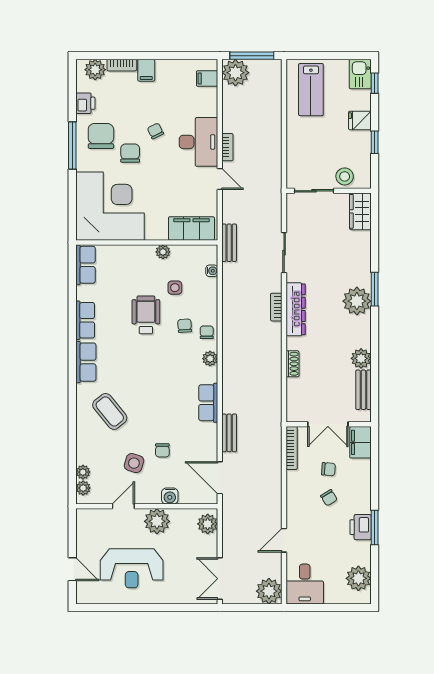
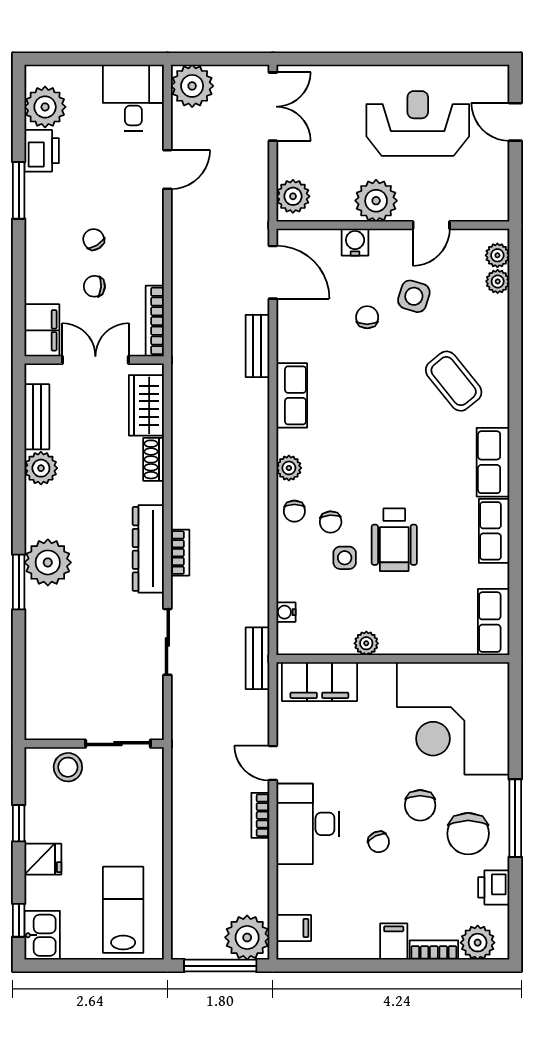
wardrobe: (360, 211) -> (146, 405), moved, turned 180
side table: (175, 288) -> (345, 558), moved
printer: (361, 527) -> (42, 151), moved

